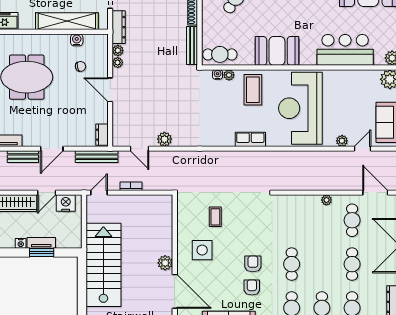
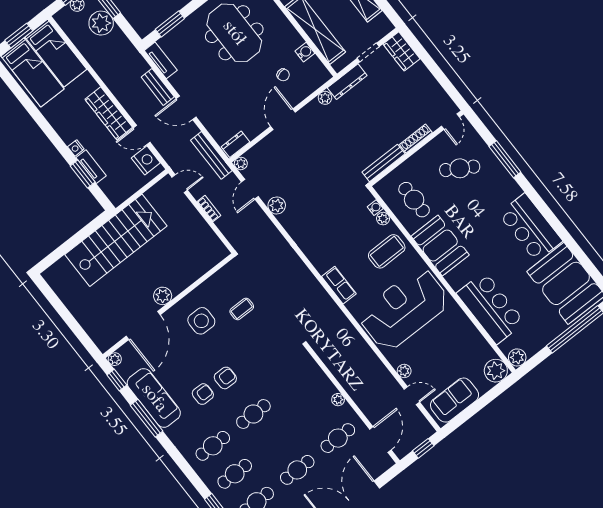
cafe table: (220, 54) -> (414, 200), moved
plant: (118, 63) -> (241, 163), moved

